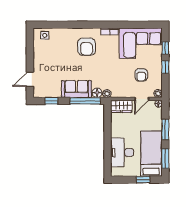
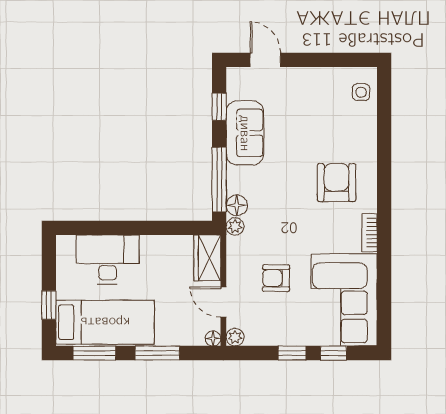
armchair: (87, 47) -> (336, 183), turned 90
armchair: (141, 75) -> (276, 278), moved
sofa: (76, 89) -> (245, 133), moved

